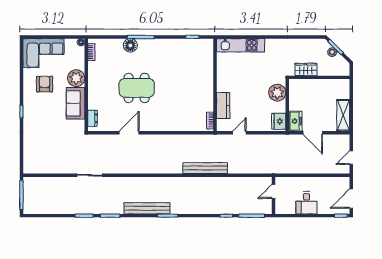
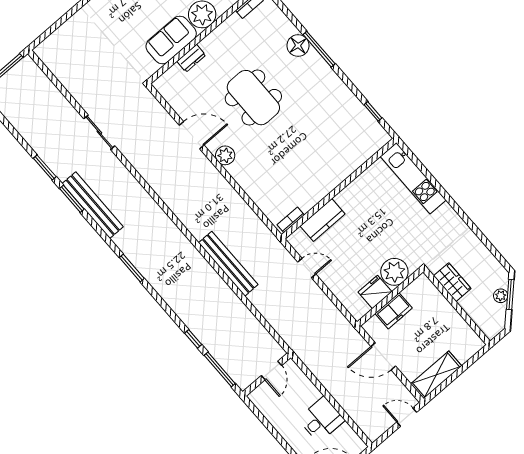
dresser: (92, 118) -> (191, 58), moved
fridge: (279, 121) -> (375, 292), moved
freezer: (295, 121) -> (394, 311), moved
plant: (152, 125) -> (225, 155), added
door: (313, 133) -> (383, 356), hinge flipped
door: (351, 158) -> (407, 417), moved
door: (274, 191) -> (271, 370), swing flipped
desk: (306, 203) -> (321, 420), moved, turned 180
bench: (147, 208) -> (93, 205), moved

